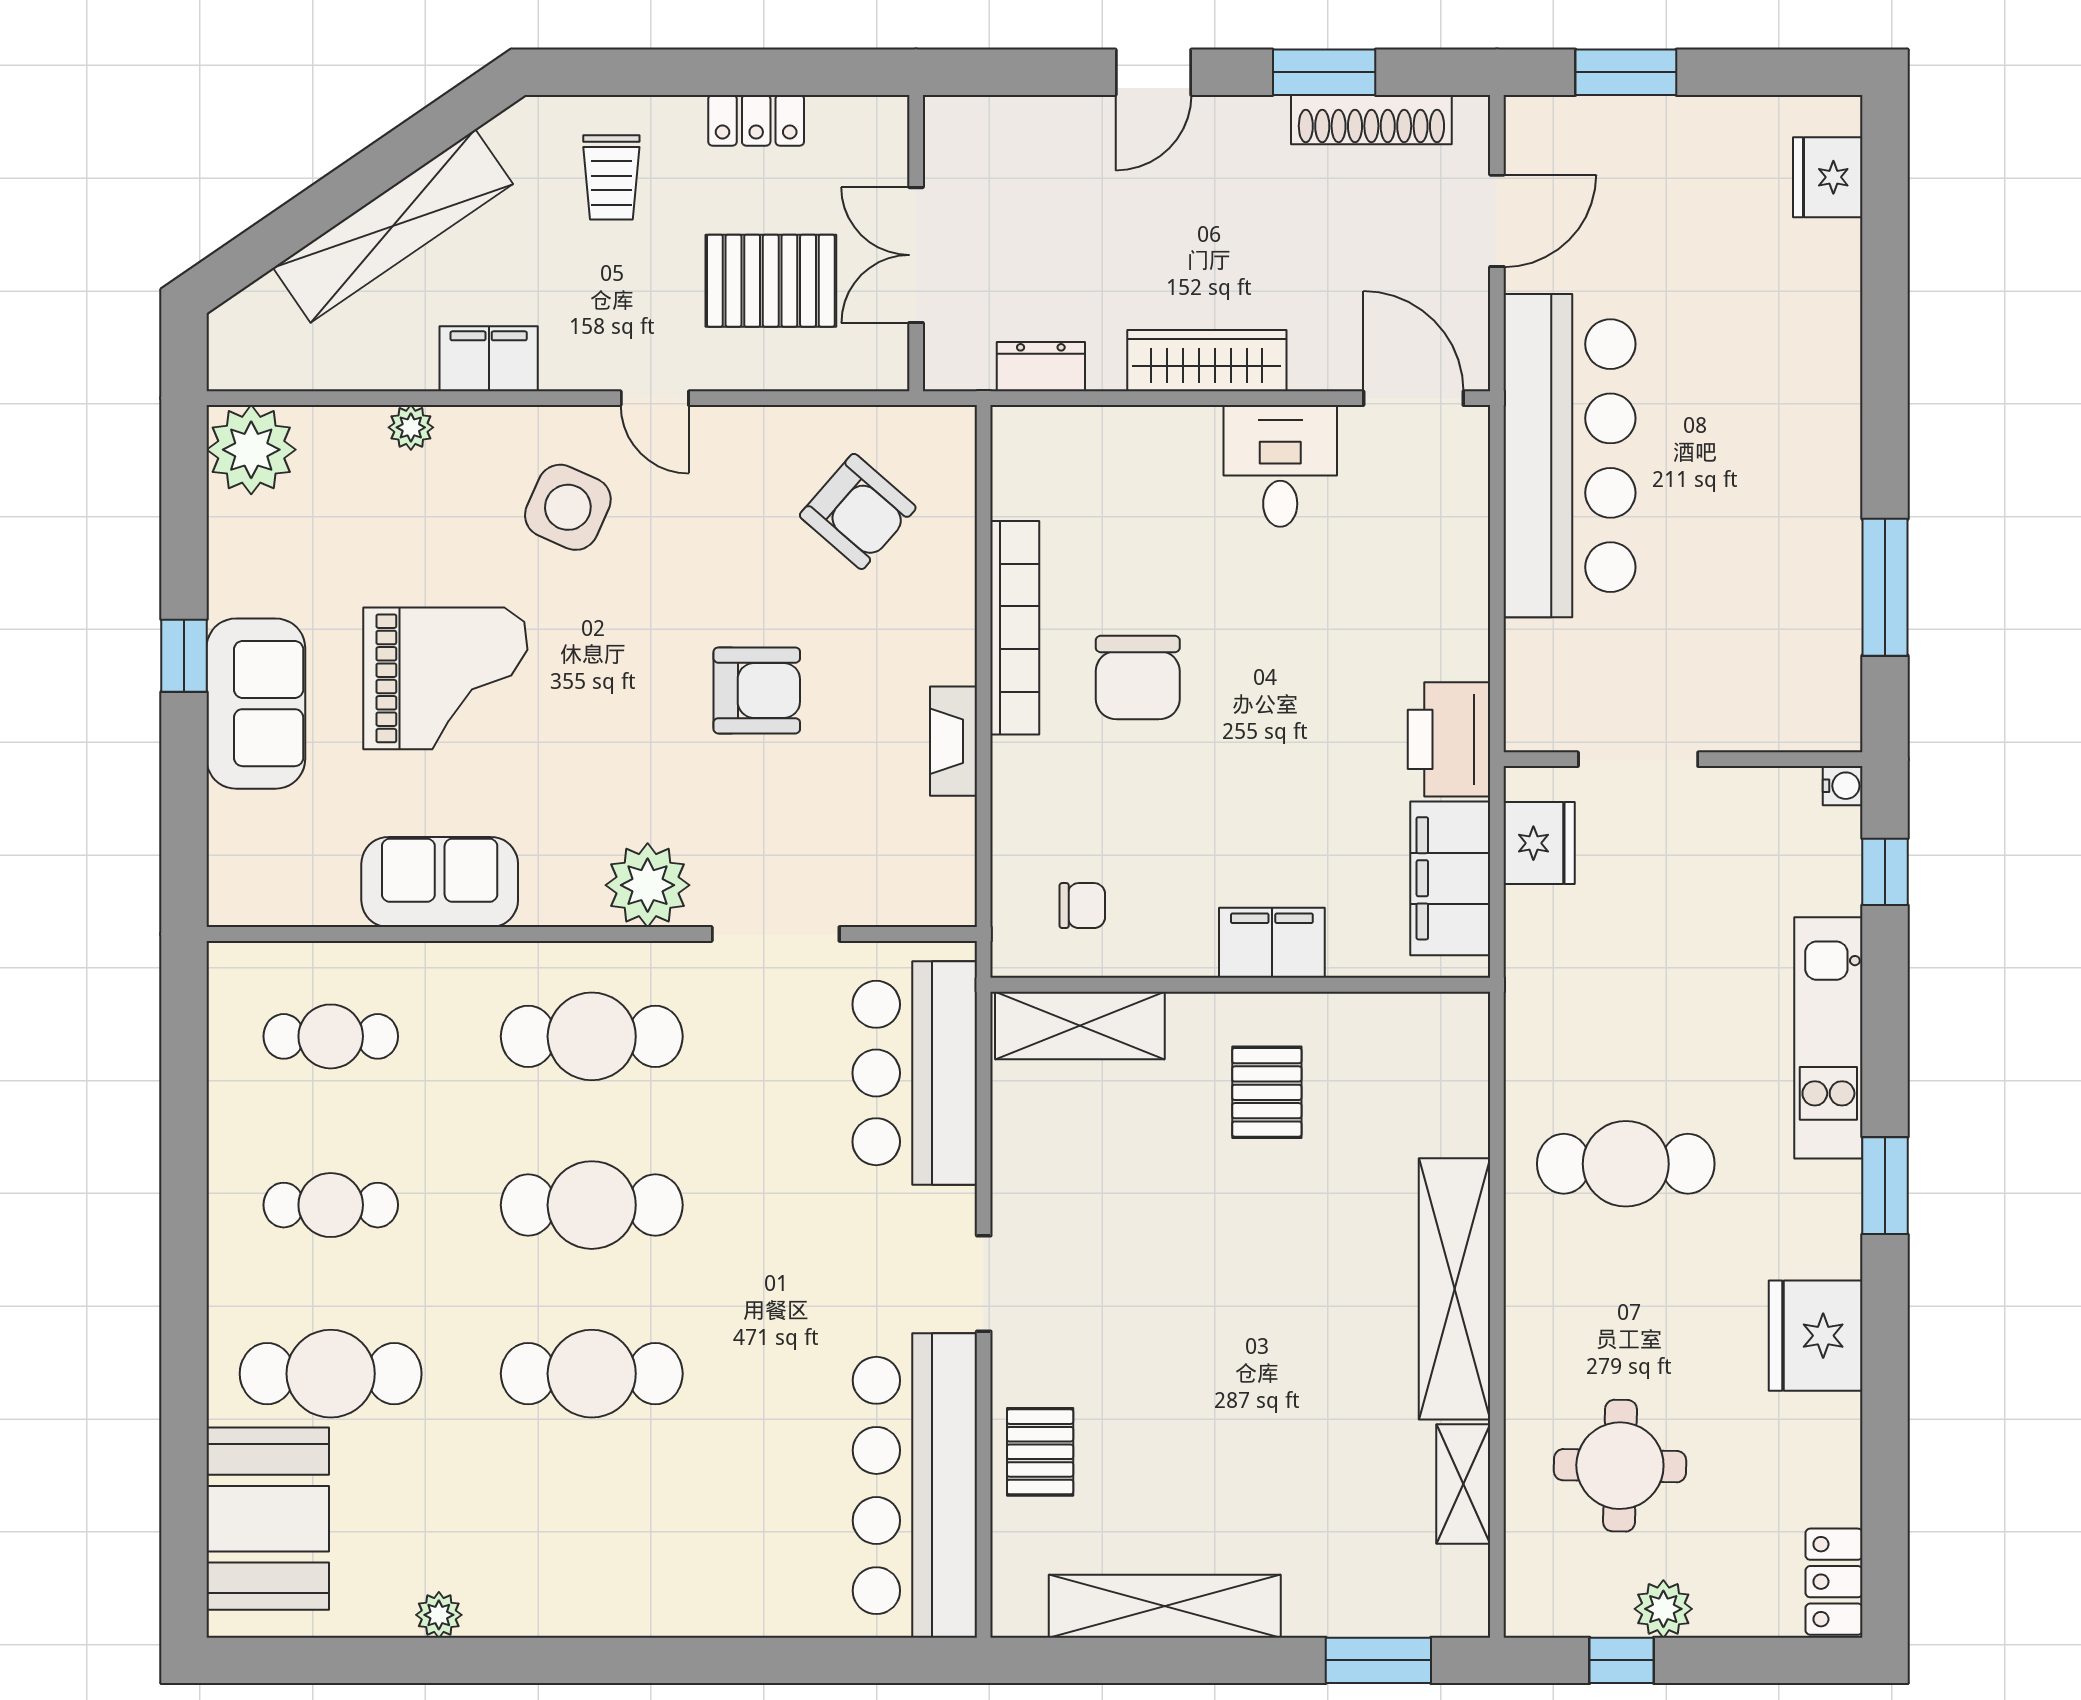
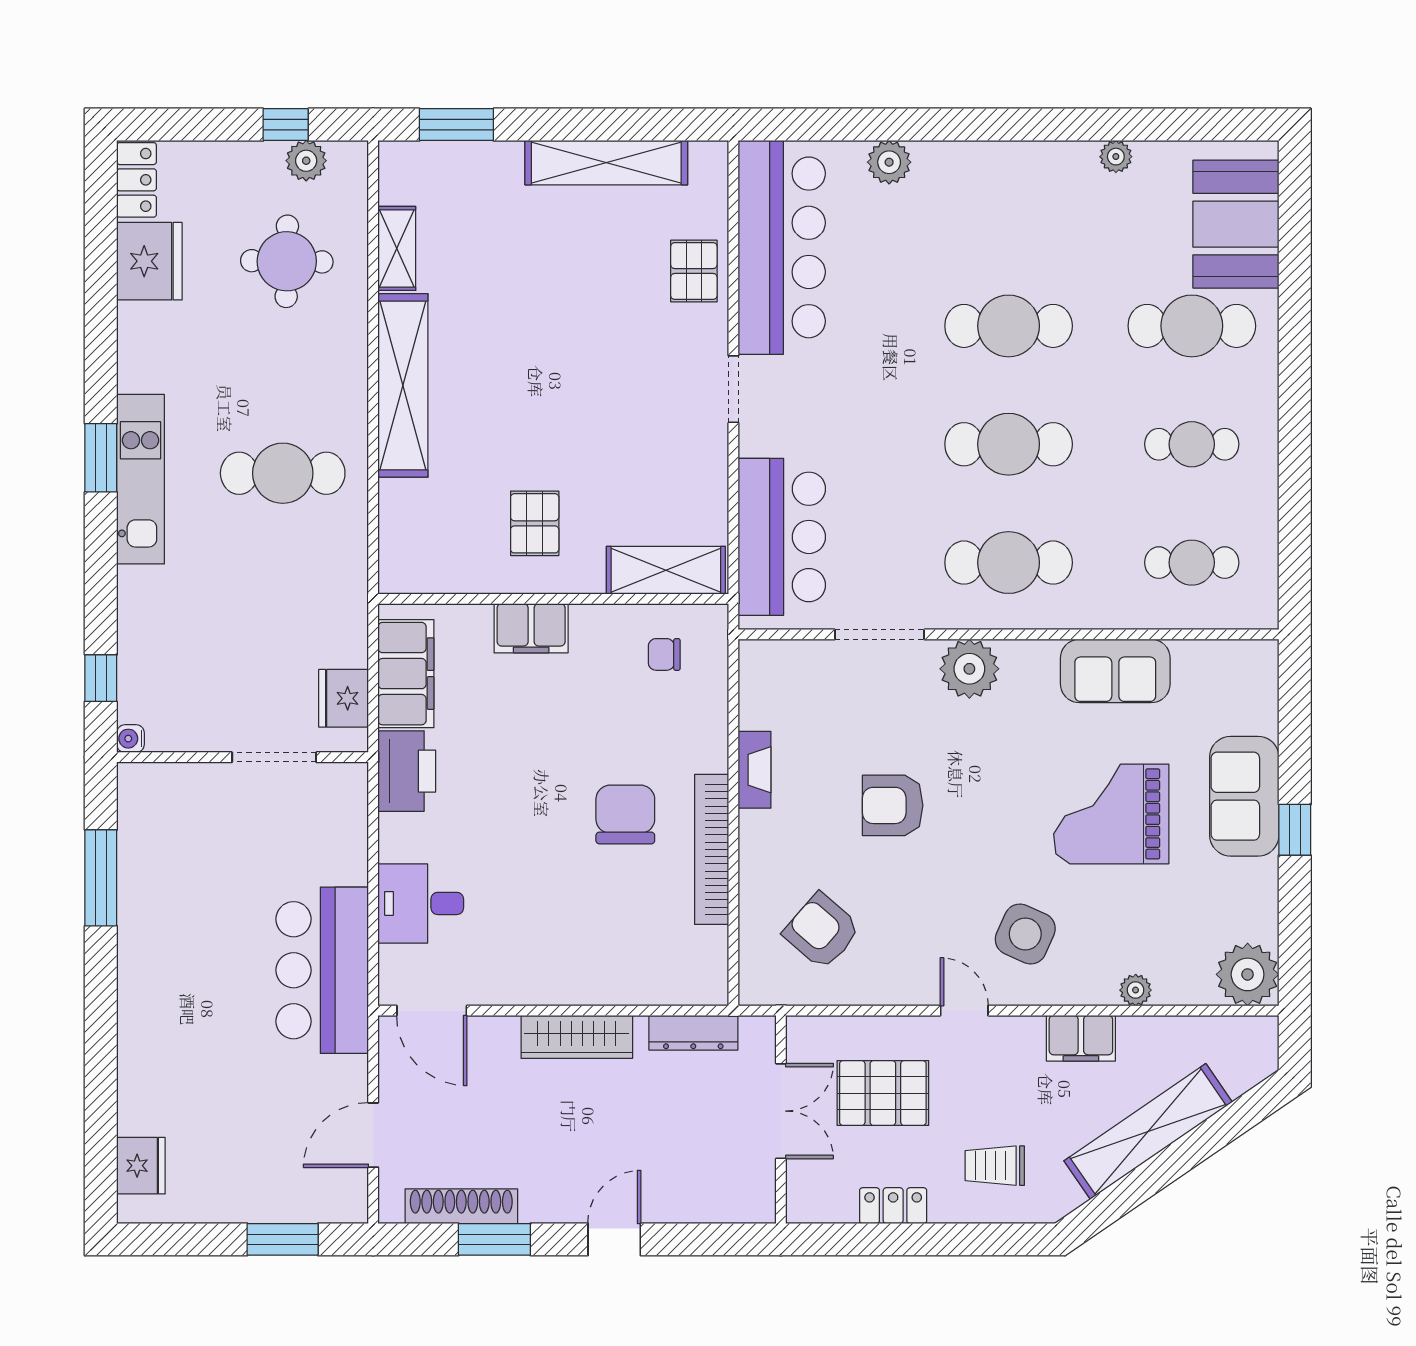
trolley: (611, 177) -> (995, 1166), turned -90
dresser: (1041, 367) -> (693, 1033), width x1.44
bar counter: (1570, 456) -> (322, 970), width x0.73
desk: (1280, 466) -> (421, 903), moved, turned 90
kitchen unit: (1828, 1038) -> (140, 479), moved
fridge: (1816, 1336) -> (149, 261), moved
plant: (762, 1607) -> (889, 162), added
plant: (1663, 1609) -> (306, 161), moved

